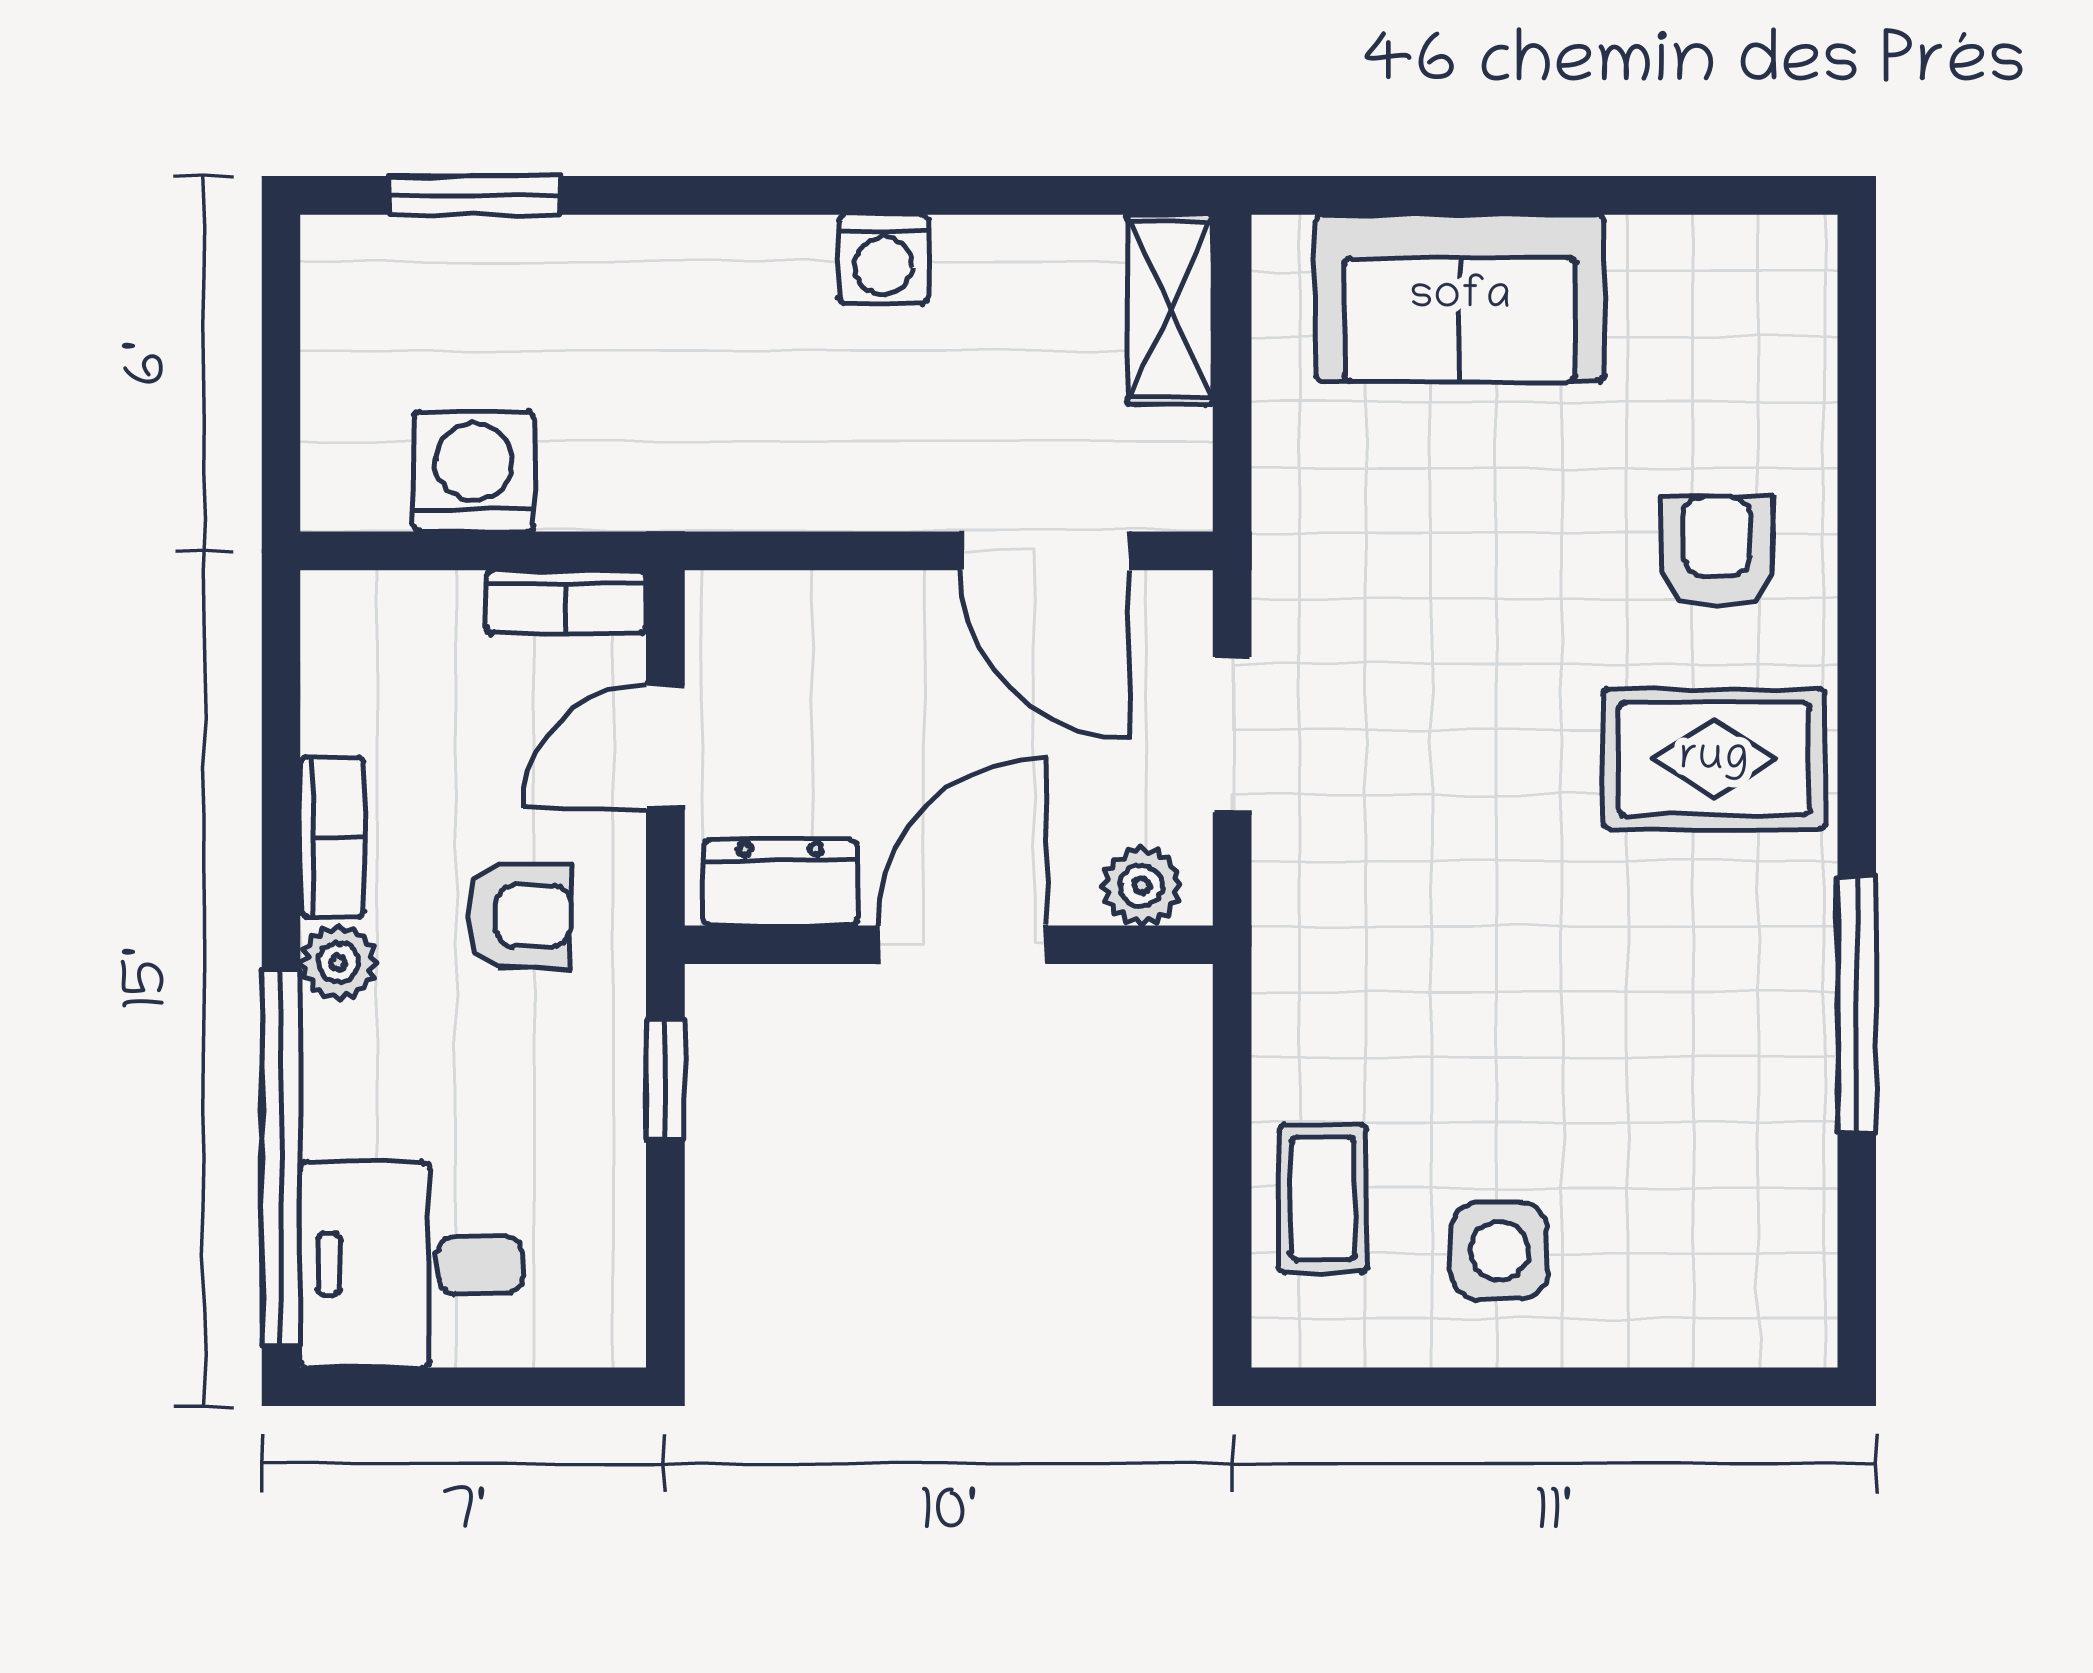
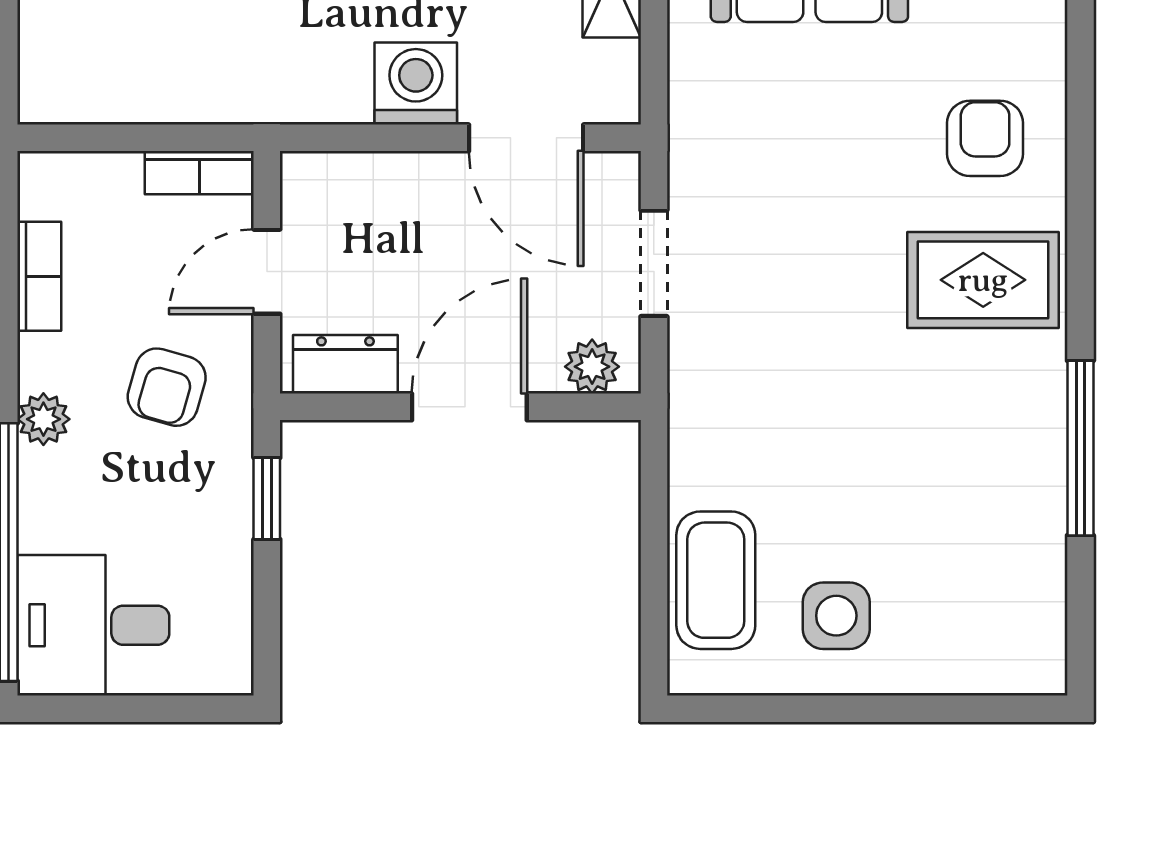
washing machine: (474, 471) -> (416, 84), moved
bookcase: (332, 837) -> (39, 276), moved
armchair: (519, 916) -> (167, 387), turned 106
coffee table: (1323, 1199) -> (716, 580), width x1.36, depth x1.30

